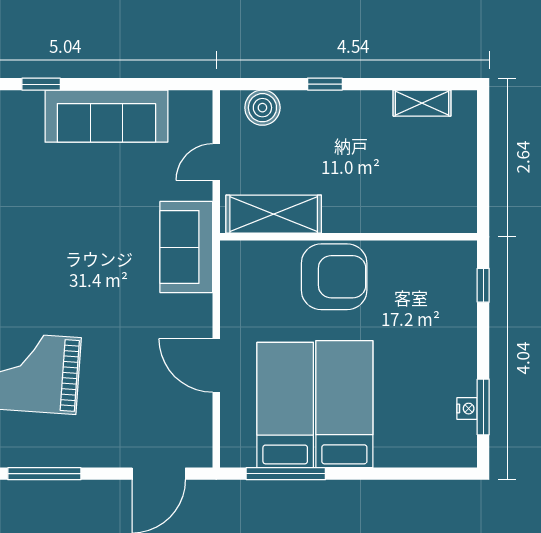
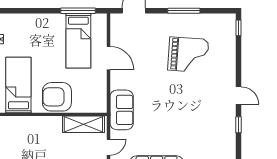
bed: (344, 404) -> (18, 85), moved, turned 180

